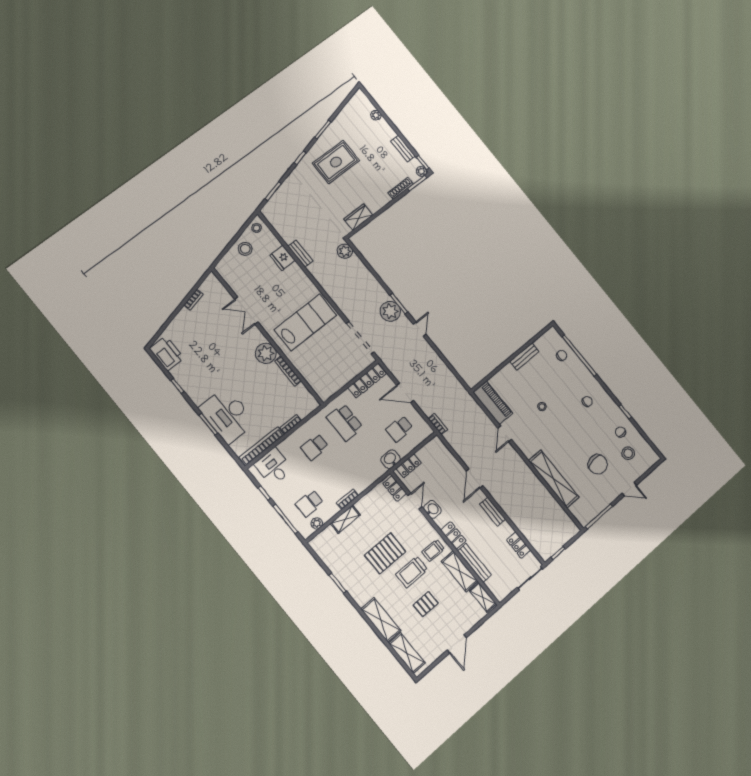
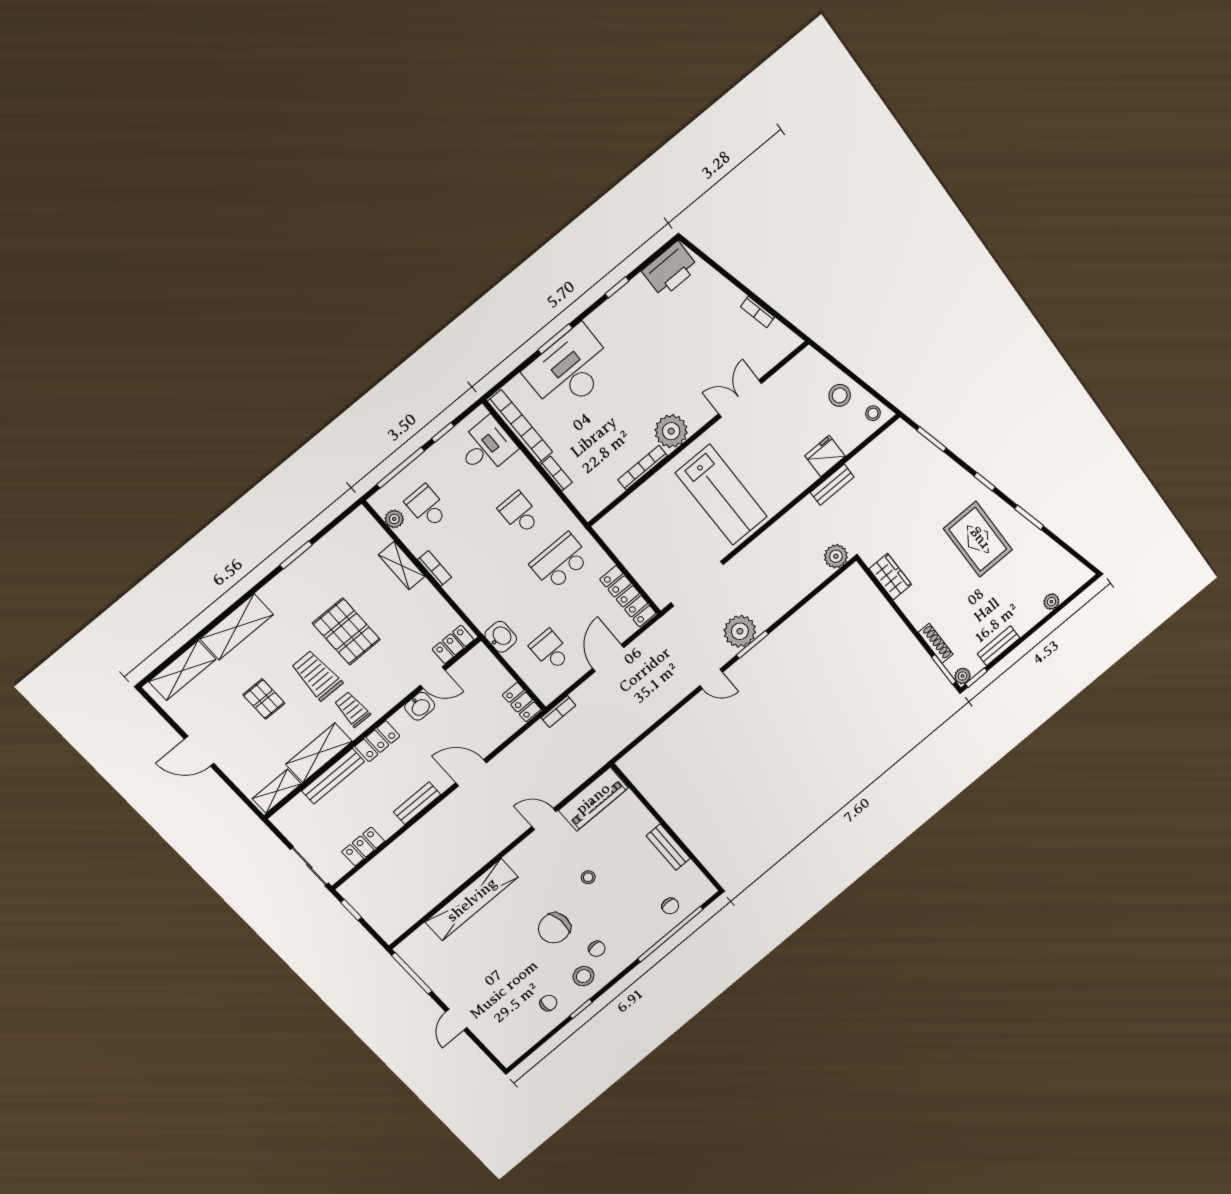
stool: (628, 453) -> (584, 976), moved
chair: (598, 464) -> (554, 928), moved
locker: (409, 466) -> (522, 702), moved

